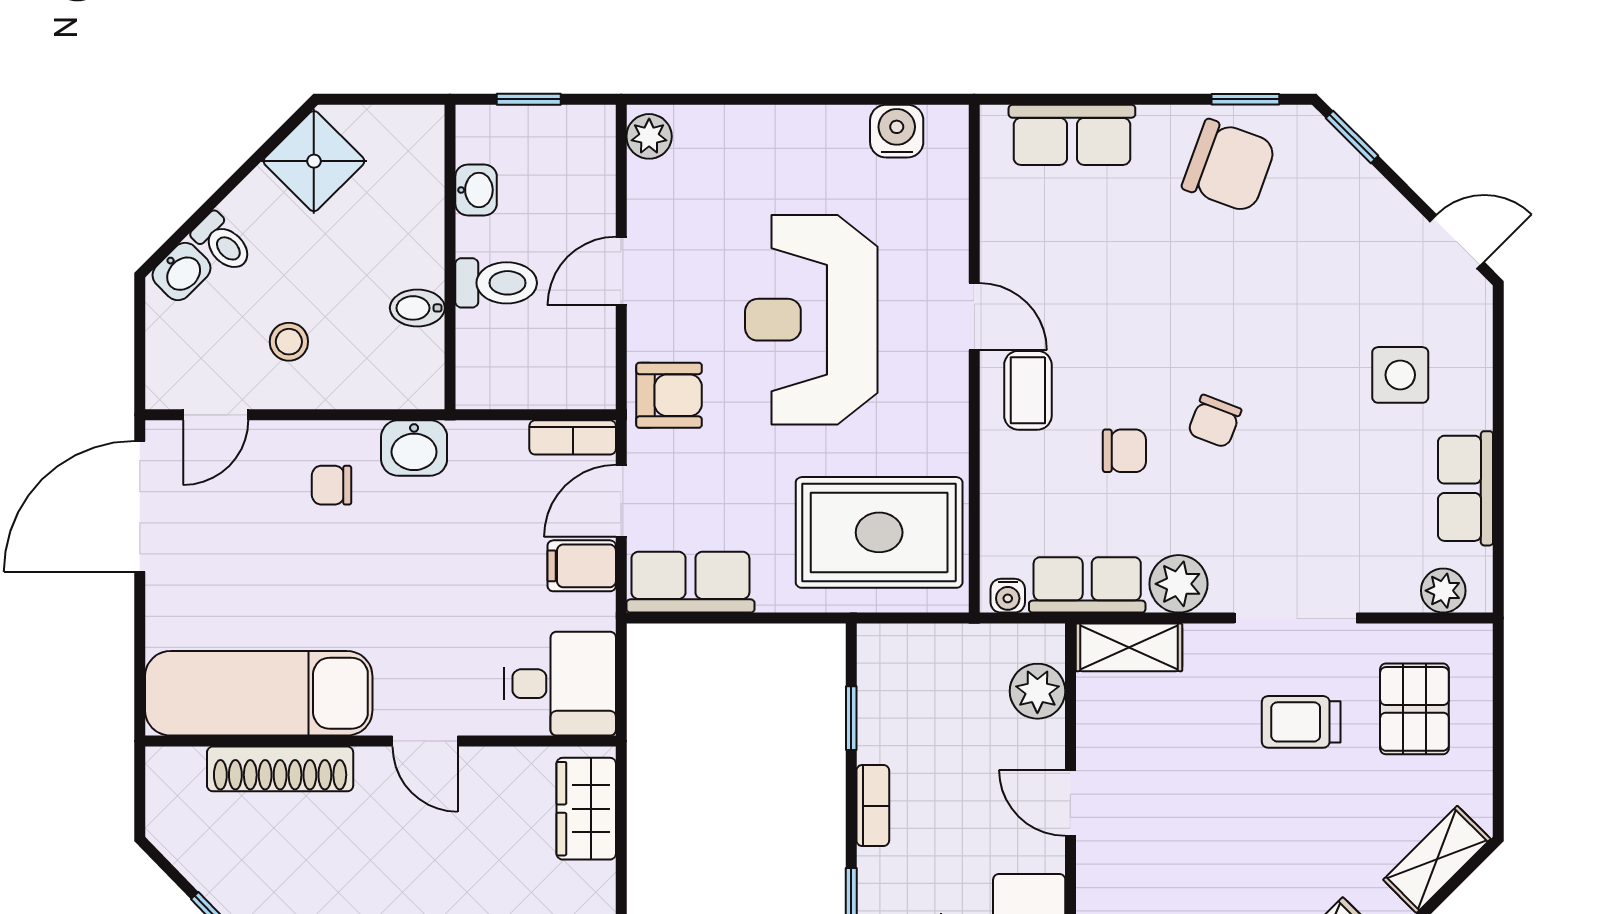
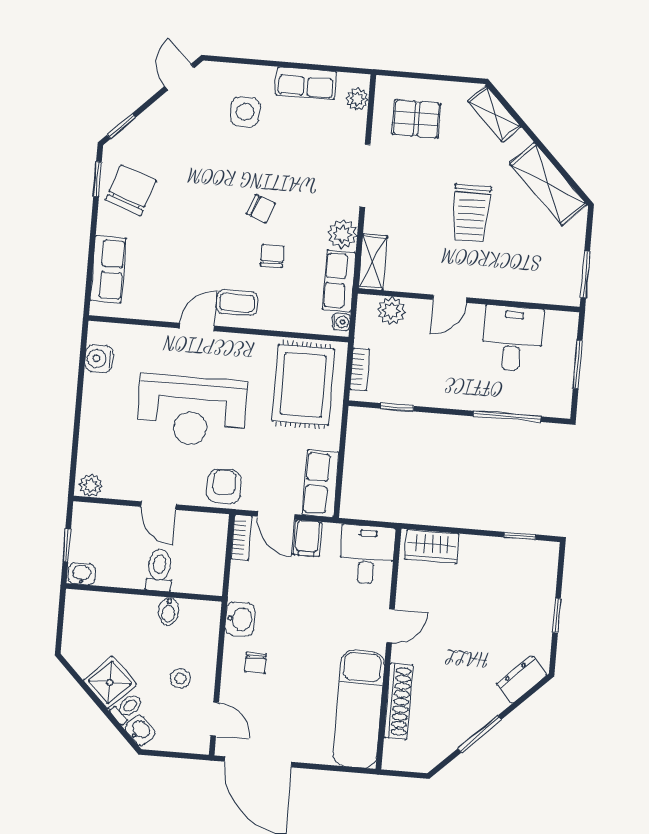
shower: (314, 161) -> (110, 682), moved
washbasin: (476, 190) -> (82, 574), moved
trolley: (1301, 722) -> (471, 213), moved, width x1.36, depth x1.39
bookcase: (873, 806) -> (360, 369), moved, turned 90

